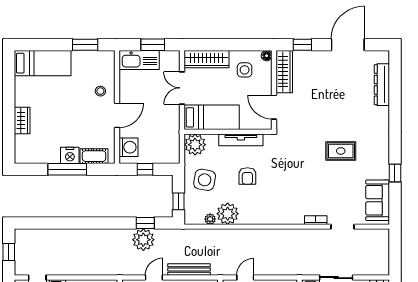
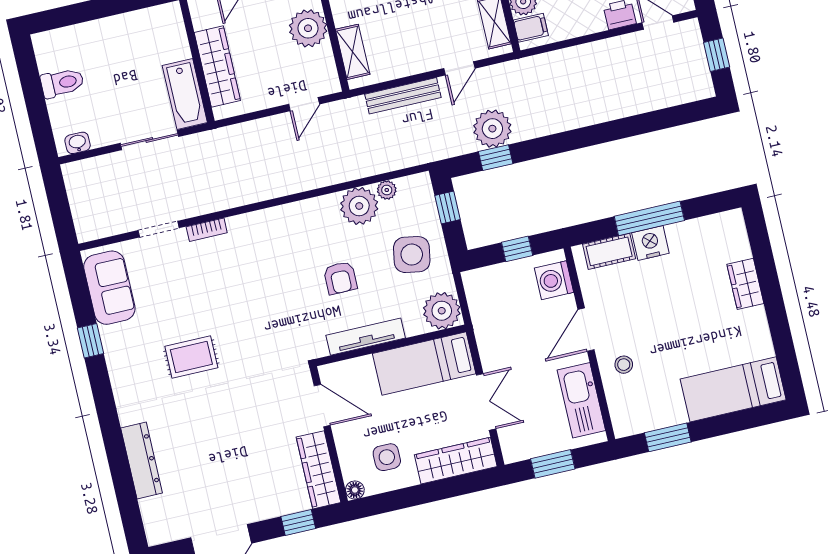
kitchen sink: (139, 60) -> (581, 400), moved, turned -90
dresser: (382, 85) -> (142, 460), moved
armchair: (247, 176) -> (340, 278), turned 180

